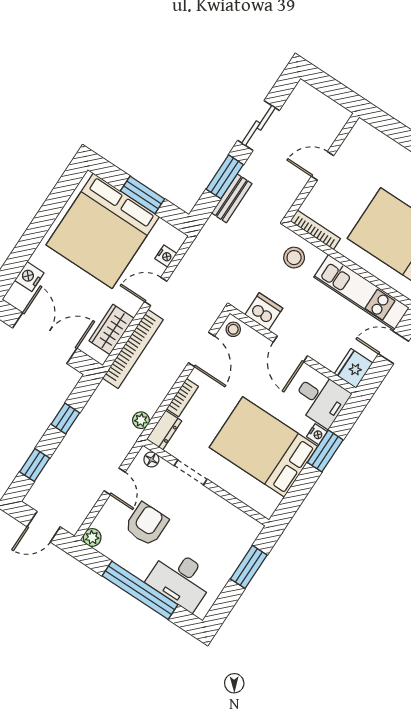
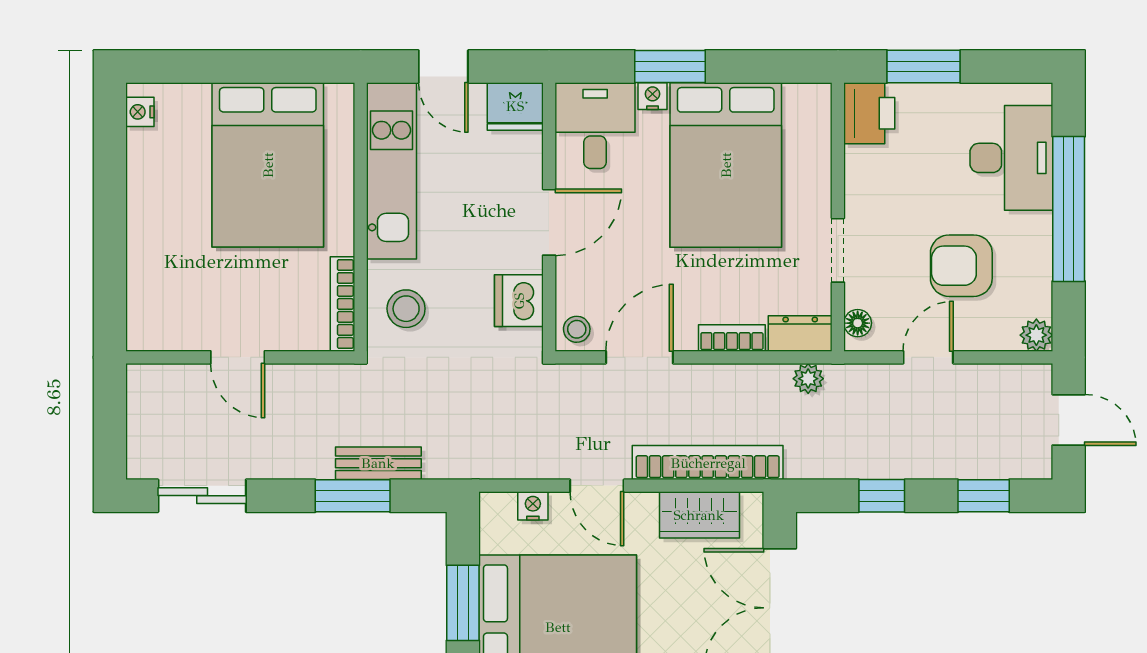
sliding door: (259, 125) -> (202, 496), moved
printer: (244, 528) -> (869, 113), added

